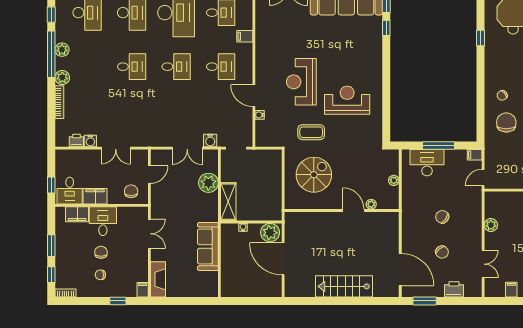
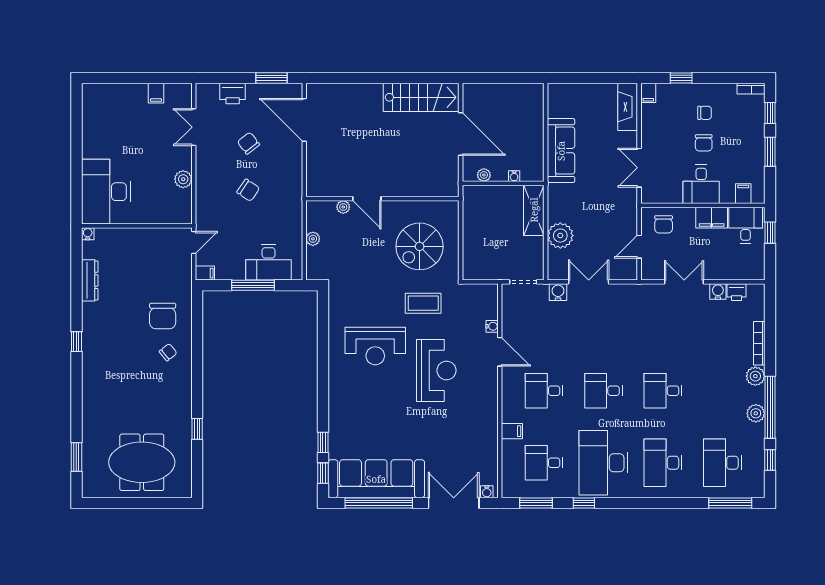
filing cabinet: (77, 214) -> (743, 194), width x0.50
plant: (270, 233) -> (484, 175), width x0.53, depth x0.53
stairs: (344, 286) -> (421, 97), moved

